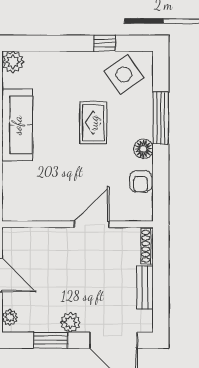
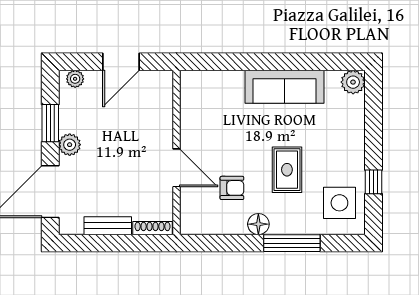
side table: (124, 74) -> (339, 203), turned 35
rug: (93, 123) -> (287, 170), turned 90
armchair: (141, 182) -> (232, 188), moved, turned 180

